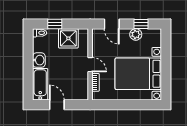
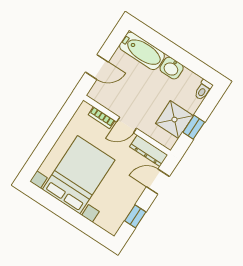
window: (55, 24) -> (194, 127), moved
plant: (136, 34) -> (127, 202), removed
dresser: (97, 42) -> (149, 151), added
door: (57, 105) -> (97, 67), moved

